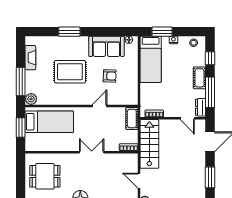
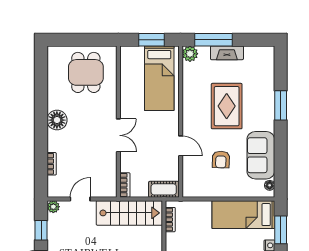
fireplace: (30, 58) -> (227, 53), moved

